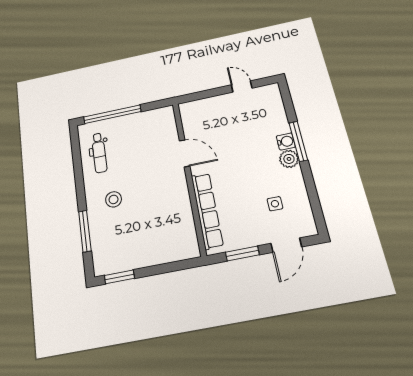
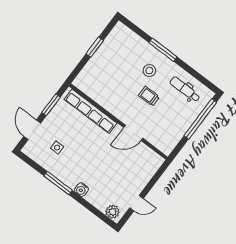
window: (298, 141) -> (58, 183), moved
plant: (289, 159) -> (112, 212), moved
trolley: (137, 175) -> (149, 96), added
window: (85, 231) -> (163, 50), moved
window: (119, 277) -> (95, 47), moved

